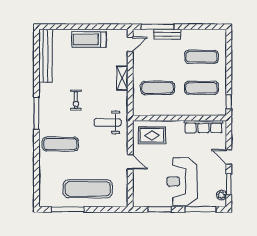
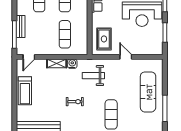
door: (130, 44) -> (29, 57), swing flipped
water cooler: (122, 97) -> (72, 64), added
weight bench: (108, 122) -> (93, 76), turned 90
door: (130, 162) -> (126, 57), hinge flipped

